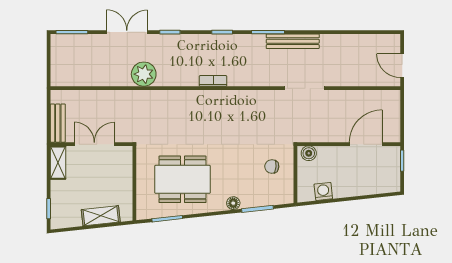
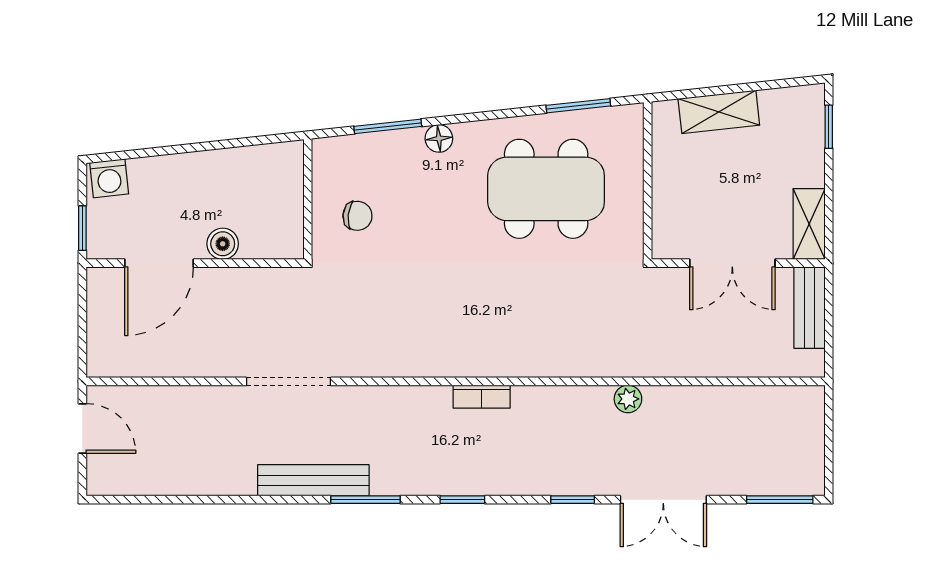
plant: (144, 74) -> (628, 399), width x0.53, depth x0.53
boiler: (309, 153) -> (223, 244), moved
washing machine: (323, 191) -> (109, 178), moved

